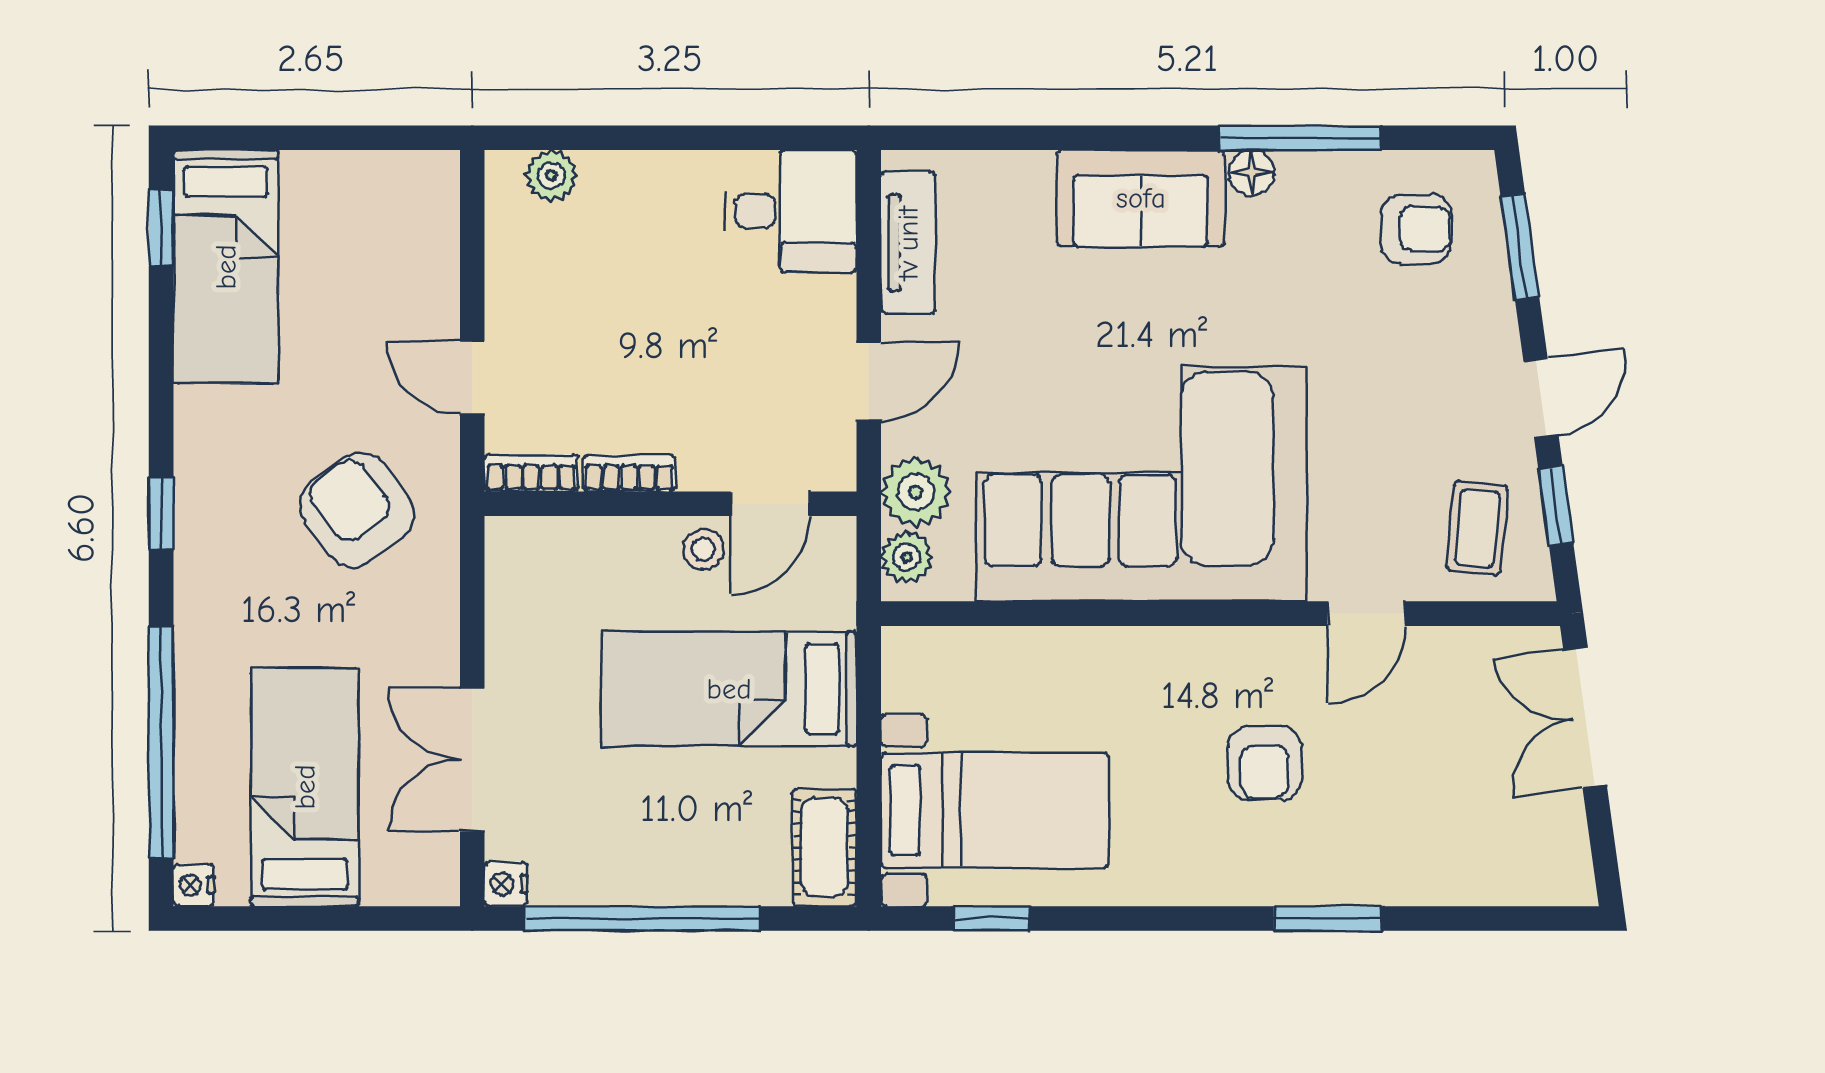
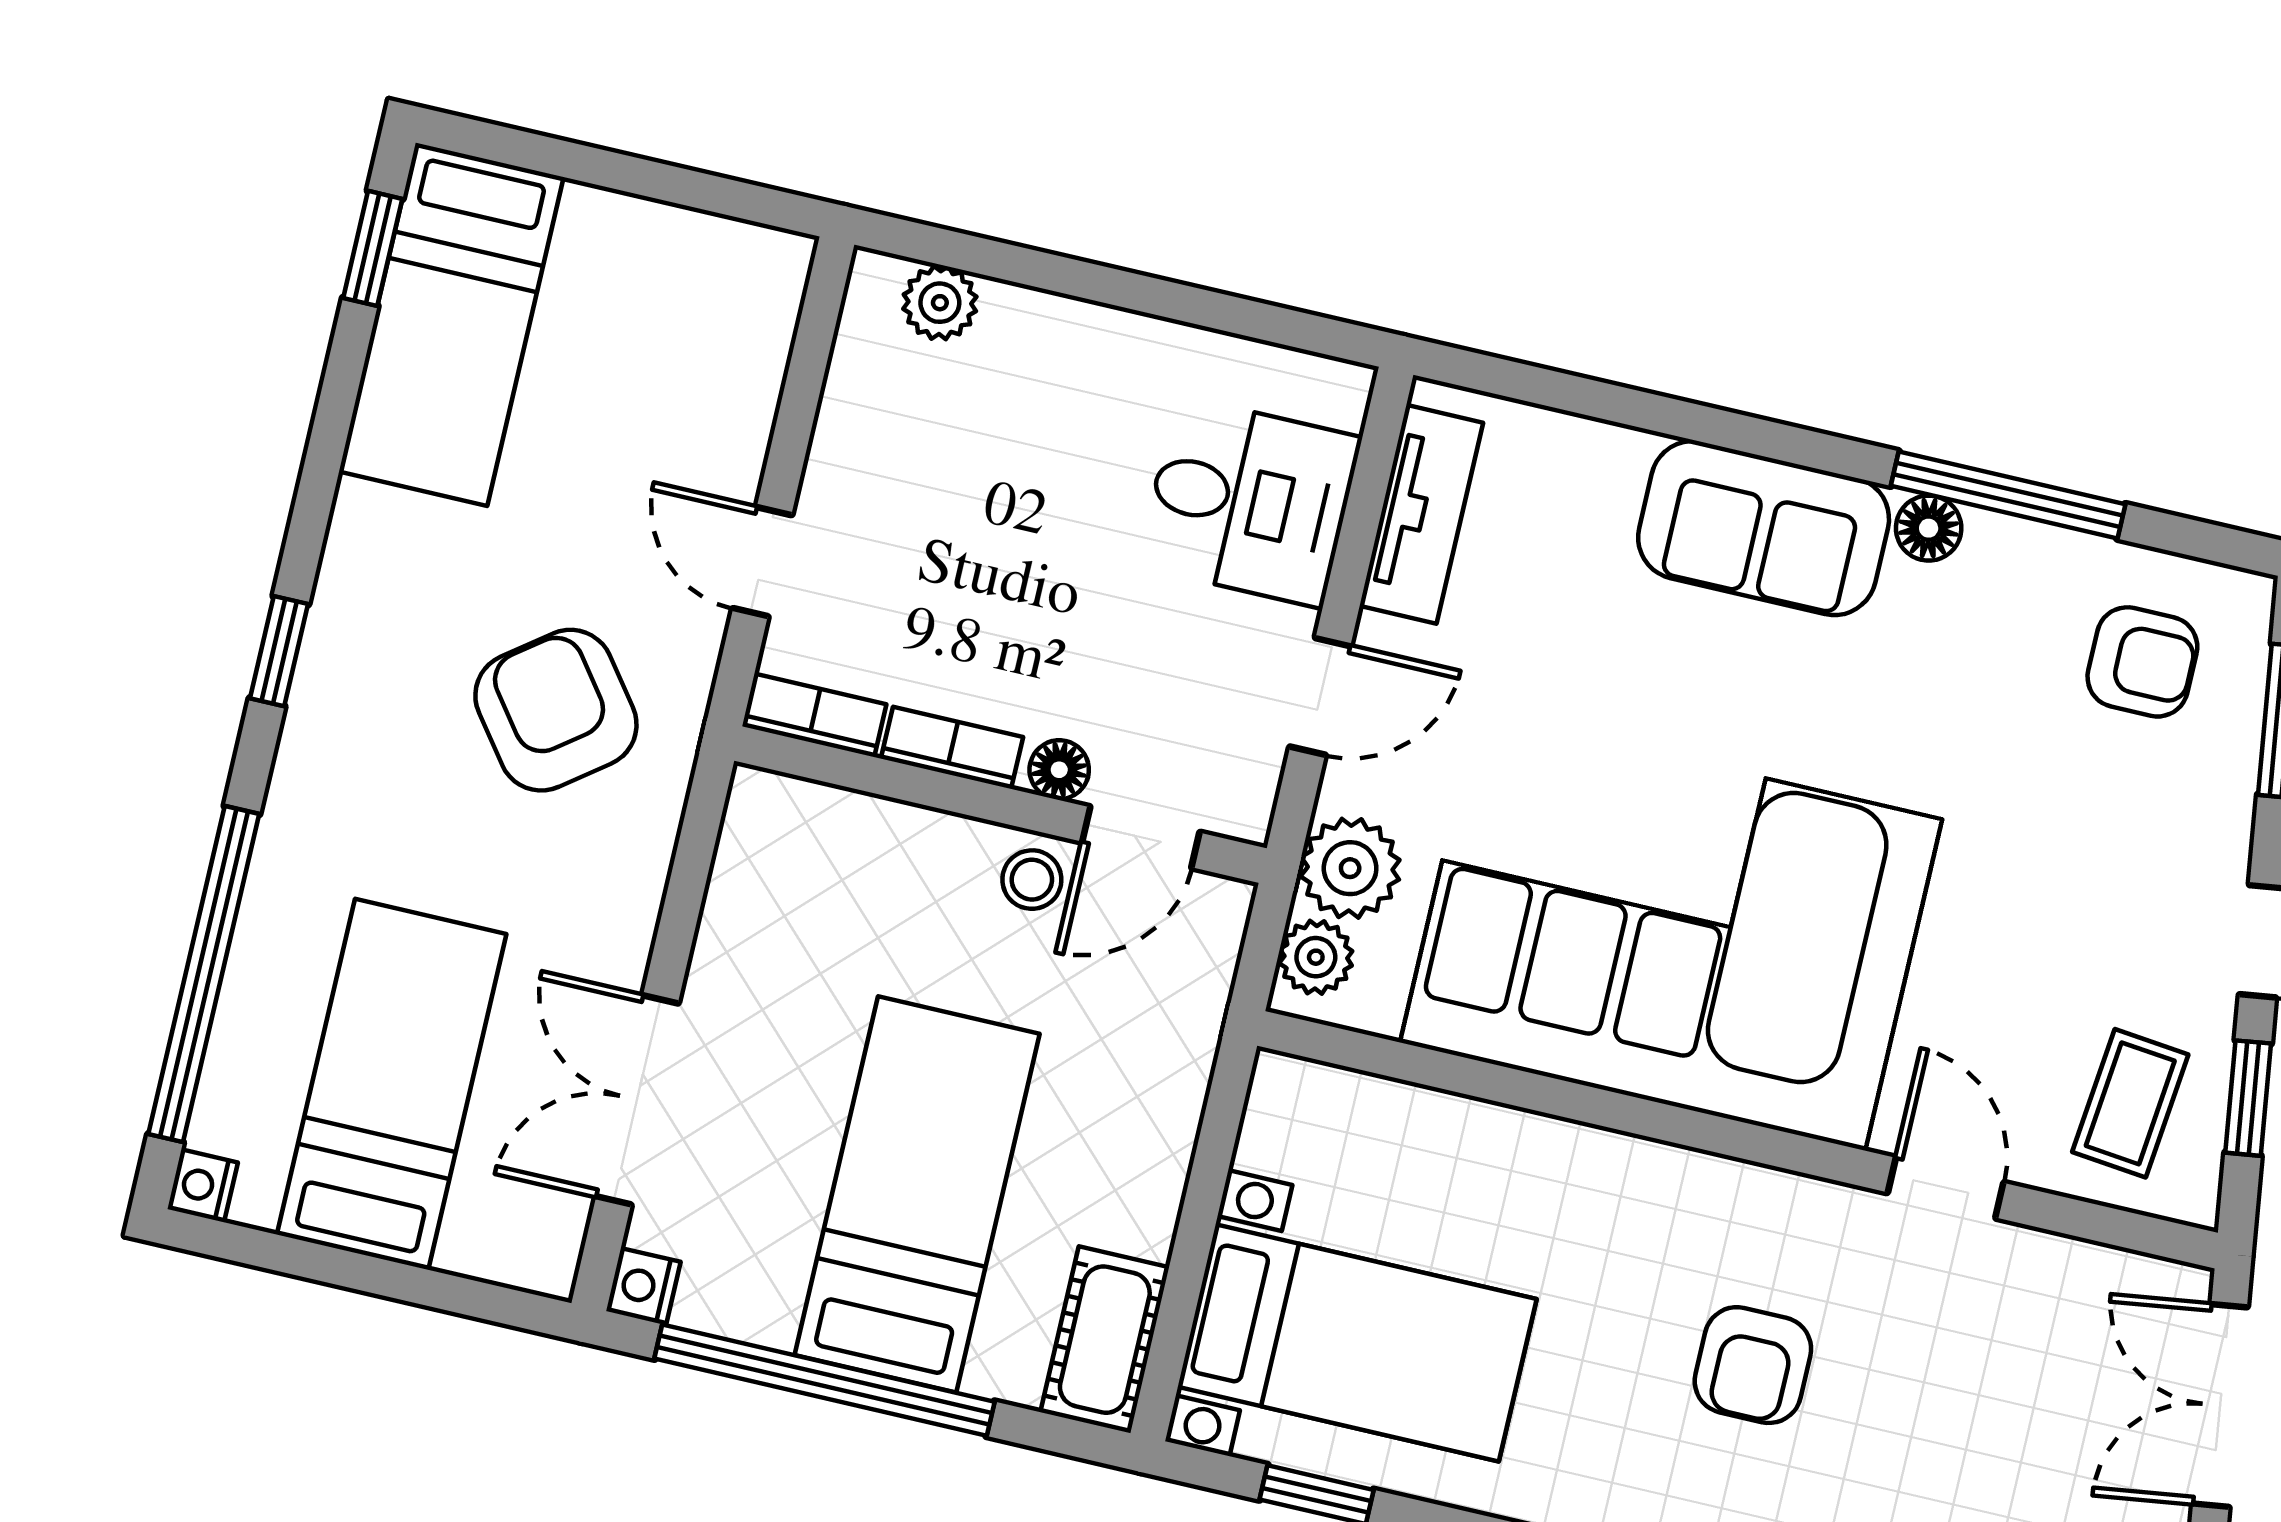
desk: (791, 211) -> (1250, 502), moved
floor lamp: (705, 471) -> (1059, 770), added
door: (1366, 614) -> (1946, 1188), swing flipped
bed: (729, 689) -> (917, 1194), moved, turned 90

